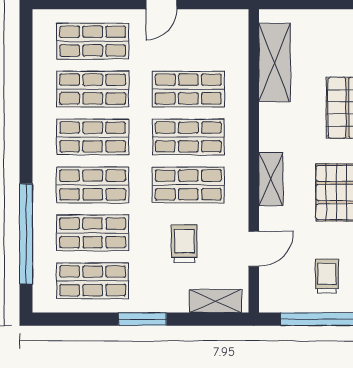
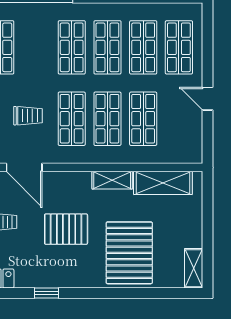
shelving: (271, 179) -> (112, 180), moved
shop shelf: (93, 233) -> (36, 47), removed
door: (254, 249) -> (24, 167), width x1.38

